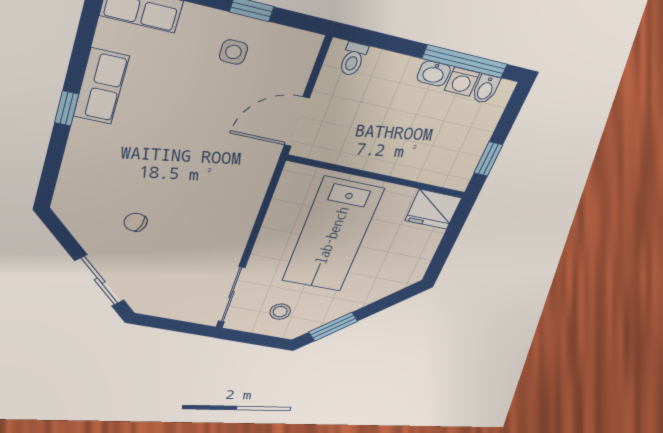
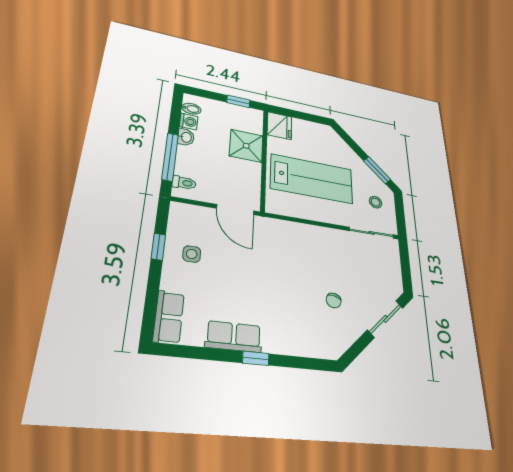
window: (465, 61) -> (170, 157), moved
shower: (404, 156) -> (246, 146), added

